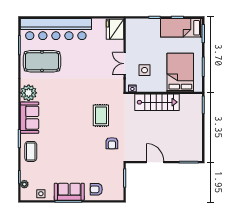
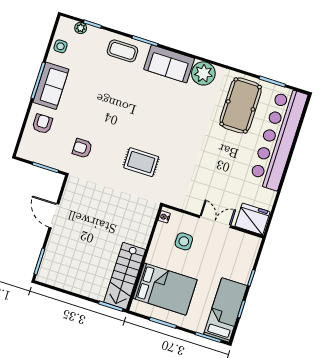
double door: (125, 64) -> (215, 222), moved
stairs: (157, 102) -> (125, 276), moved
armchair: (112, 143) -> (82, 148), moved
door: (155, 162) -> (54, 216), swing flipped

